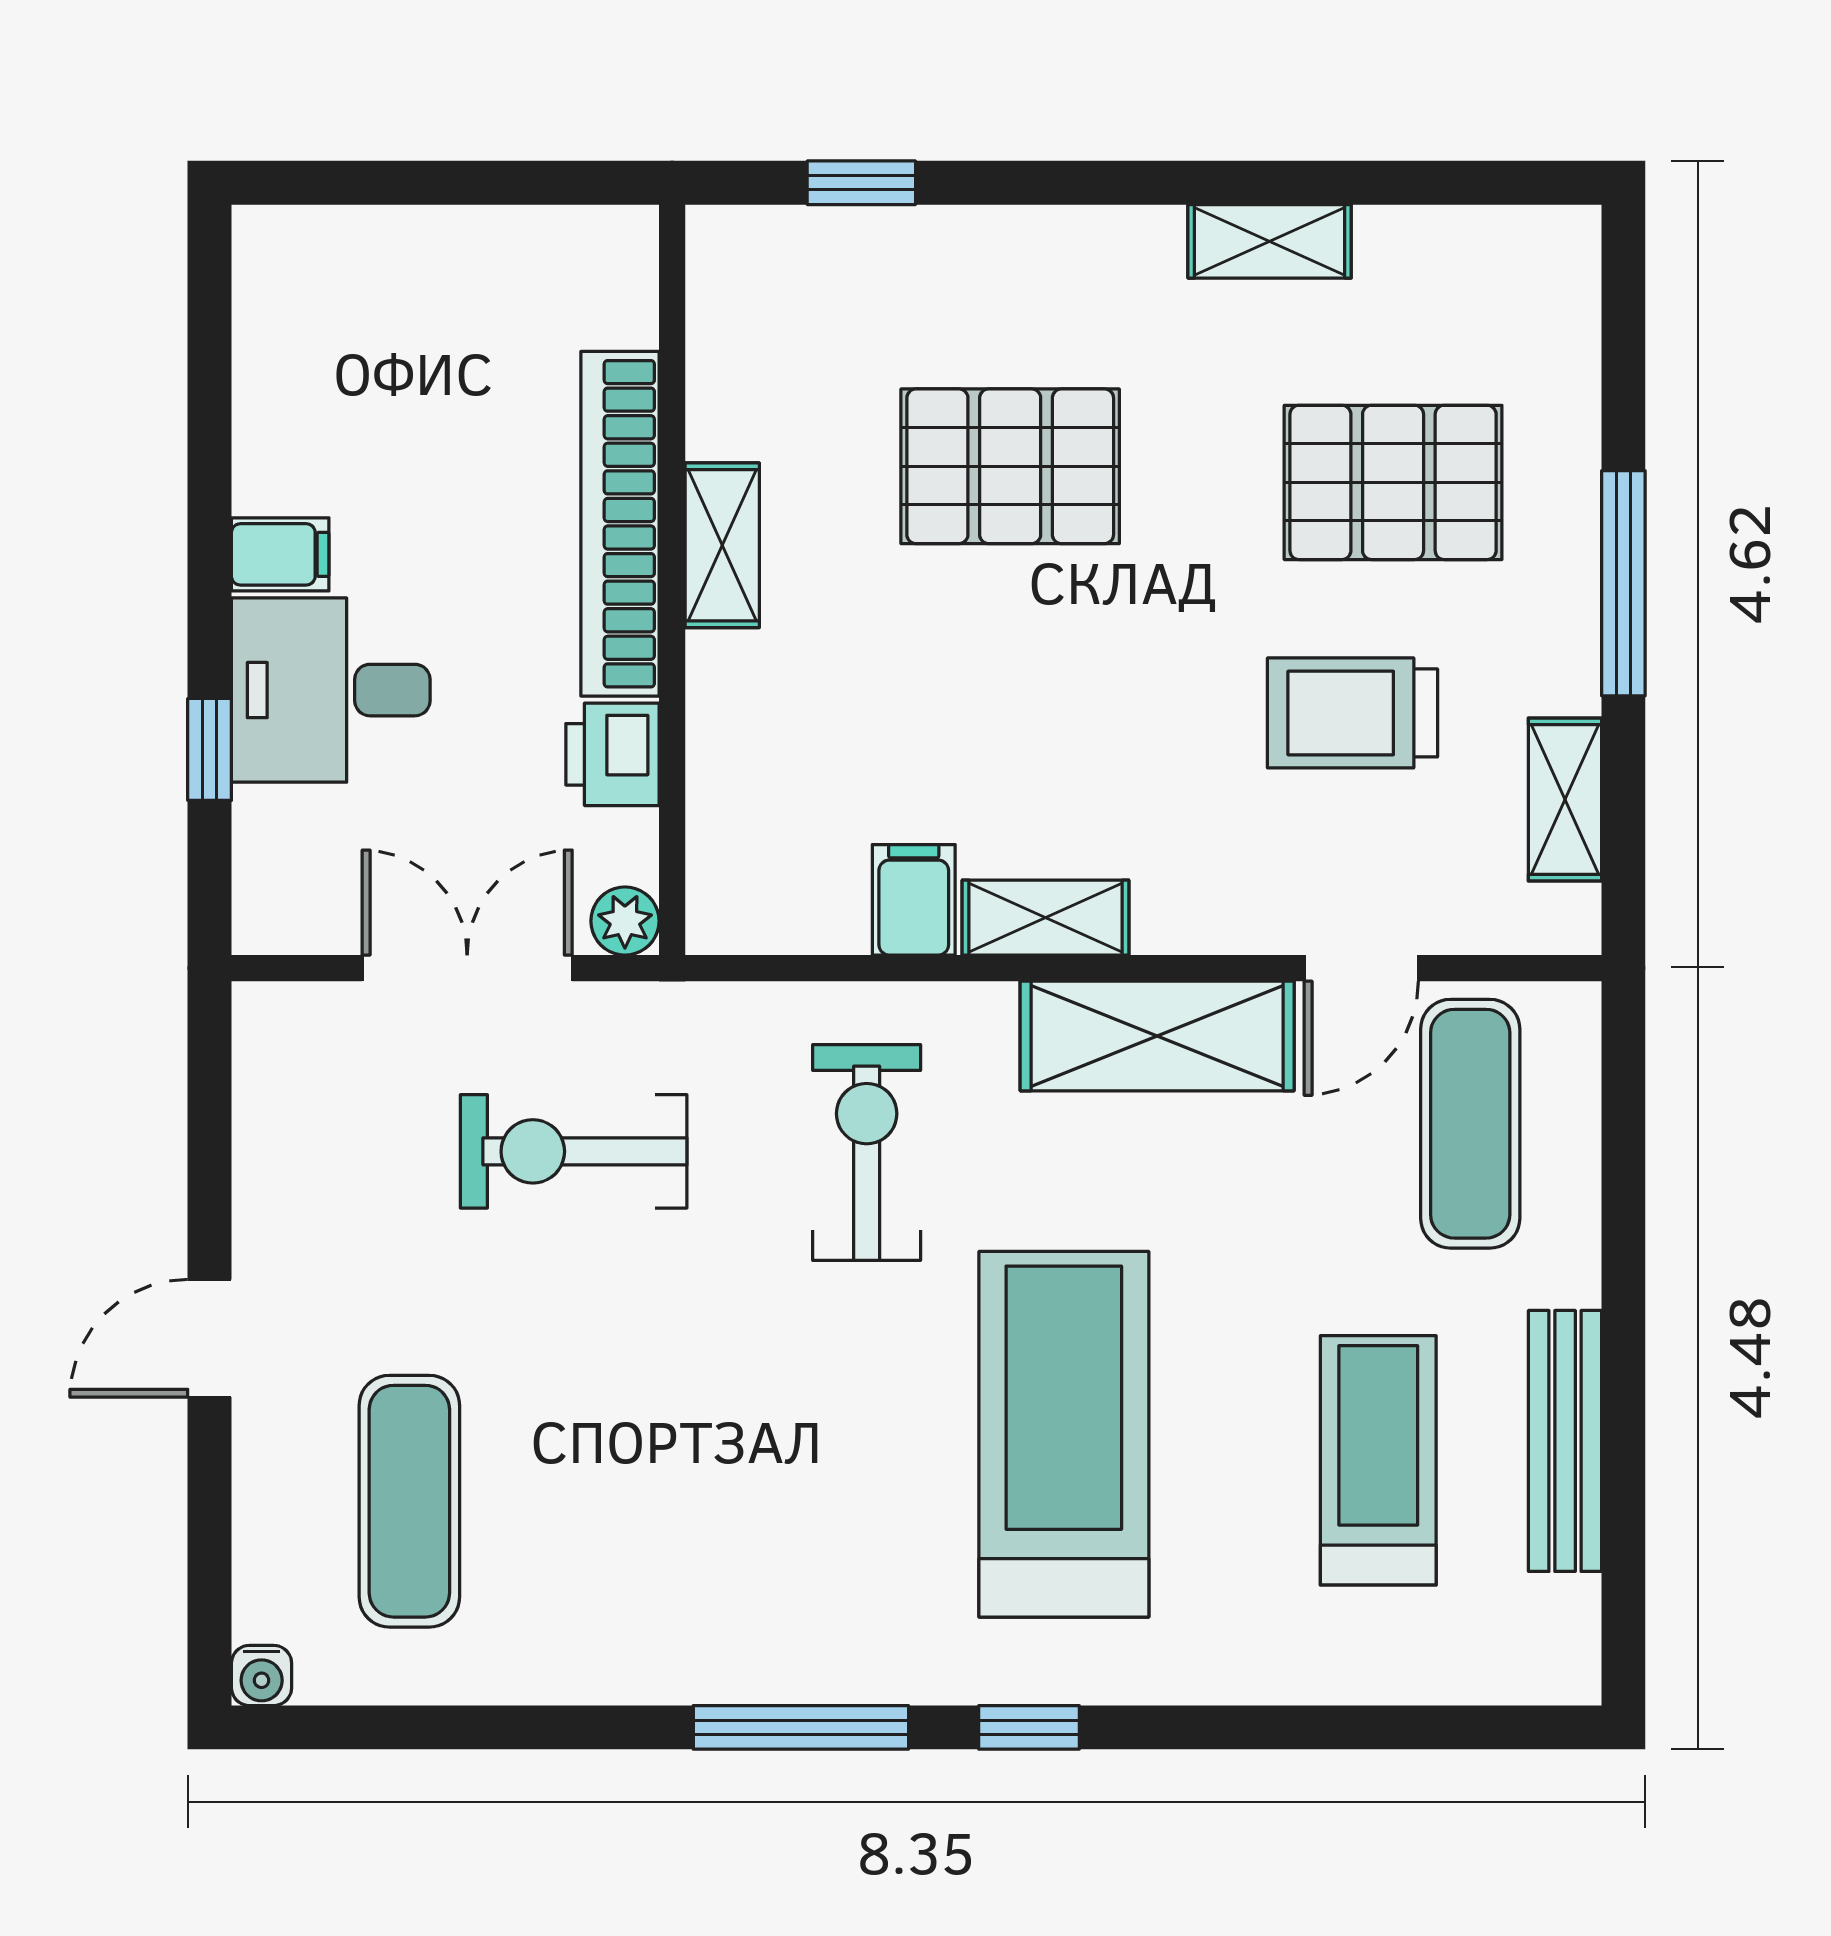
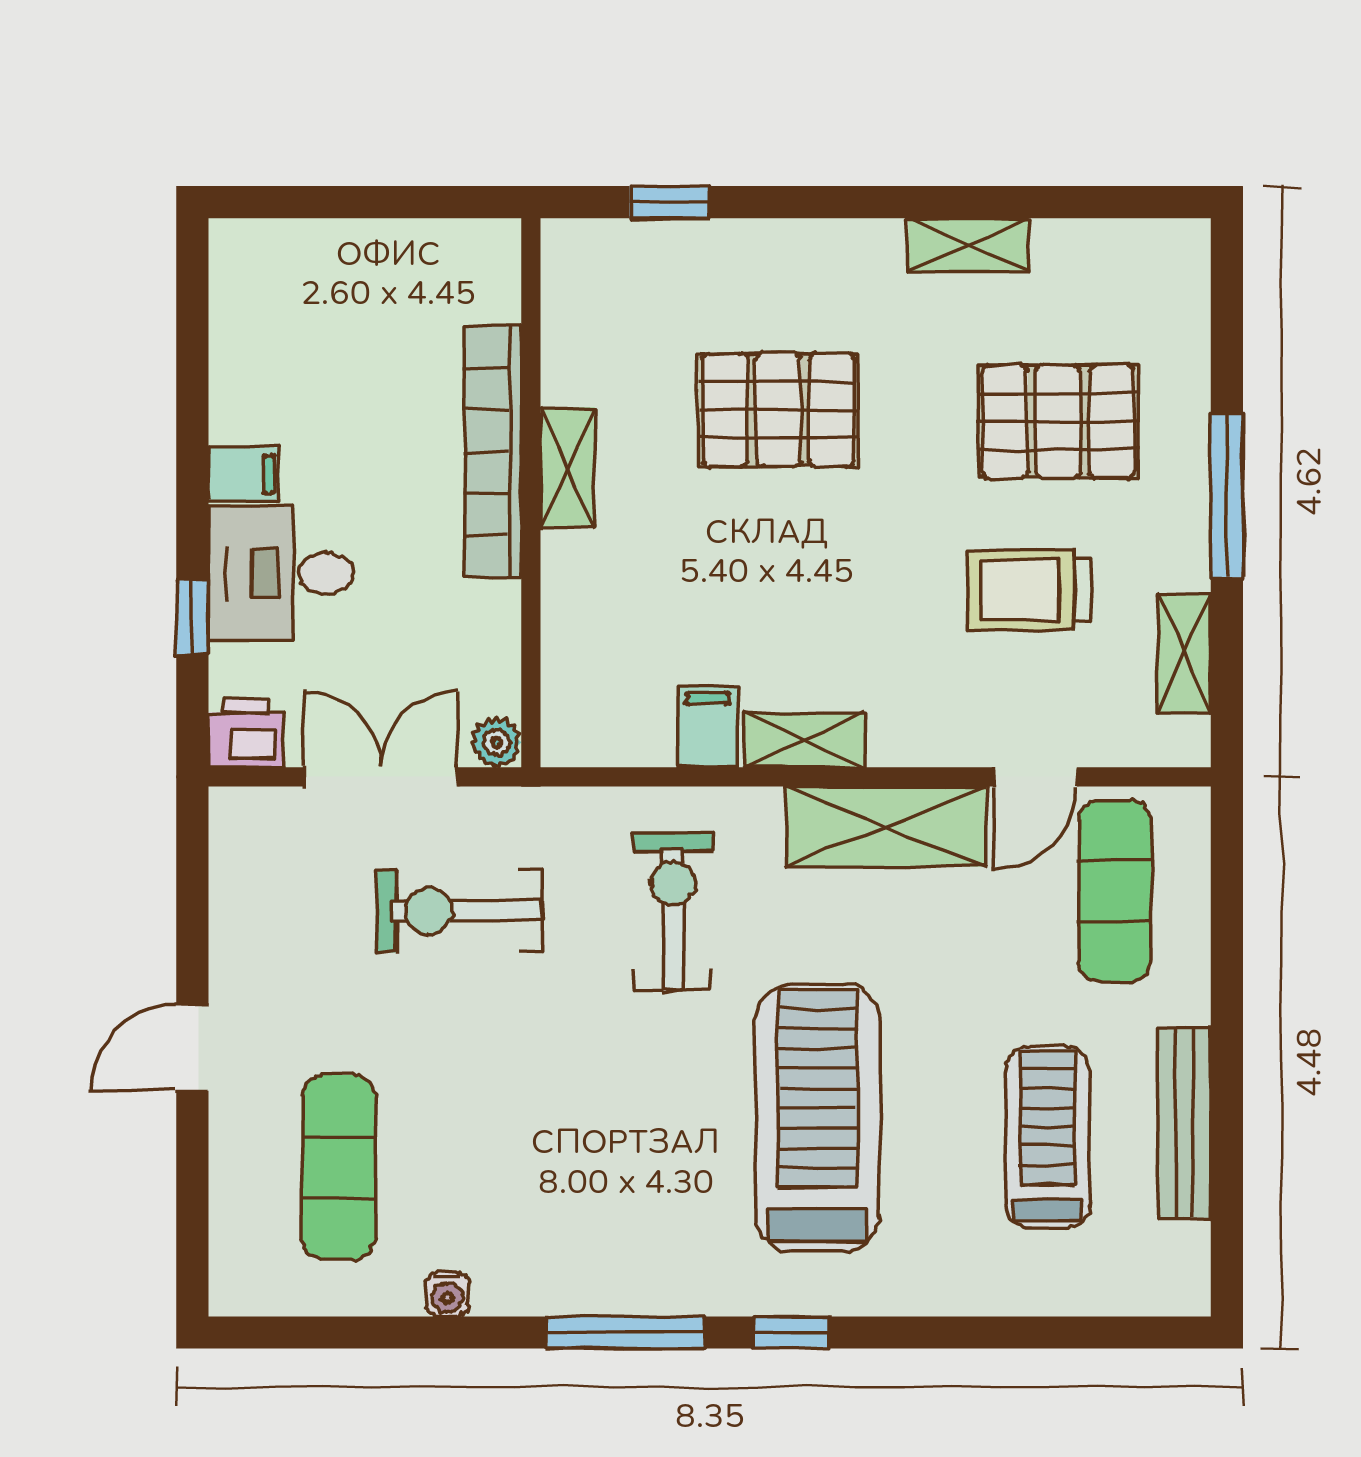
printer: (612, 754) -> (246, 733), moved, turned 90
water cooler: (262, 1675) -> (447, 1294), moved

